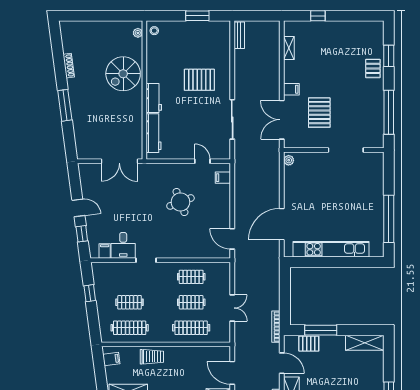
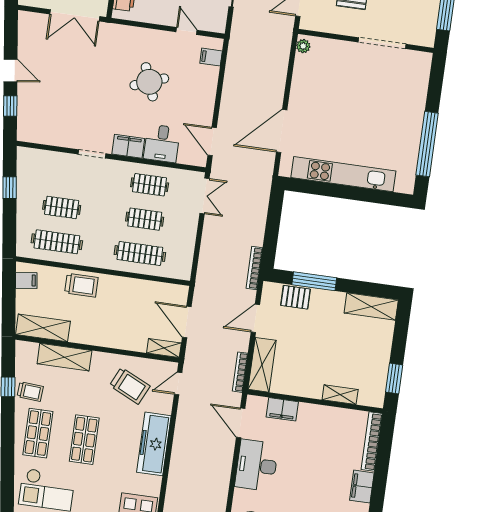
desk: (123, 245) -> (162, 143), moved
filing cabinet: (105, 251) -> (128, 146), moved, width x2.00
double door: (232, 308) -> (204, 196), moved
door: (282, 363) -> (255, 318), swing flipped

